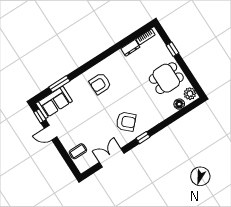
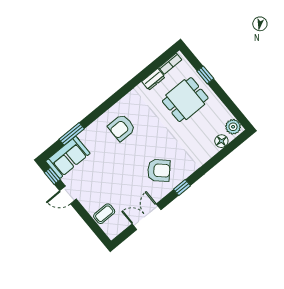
dining table: (166, 78) -> (185, 100), moved

